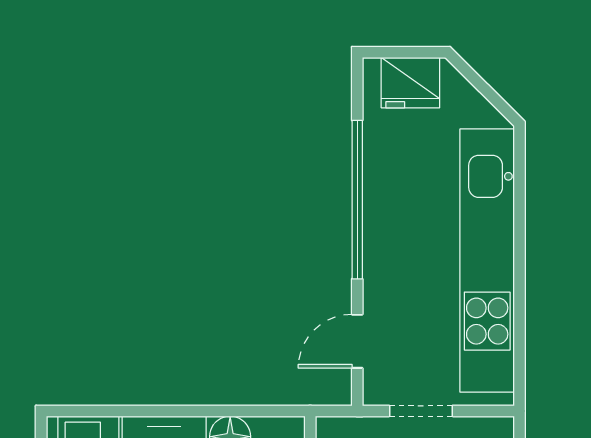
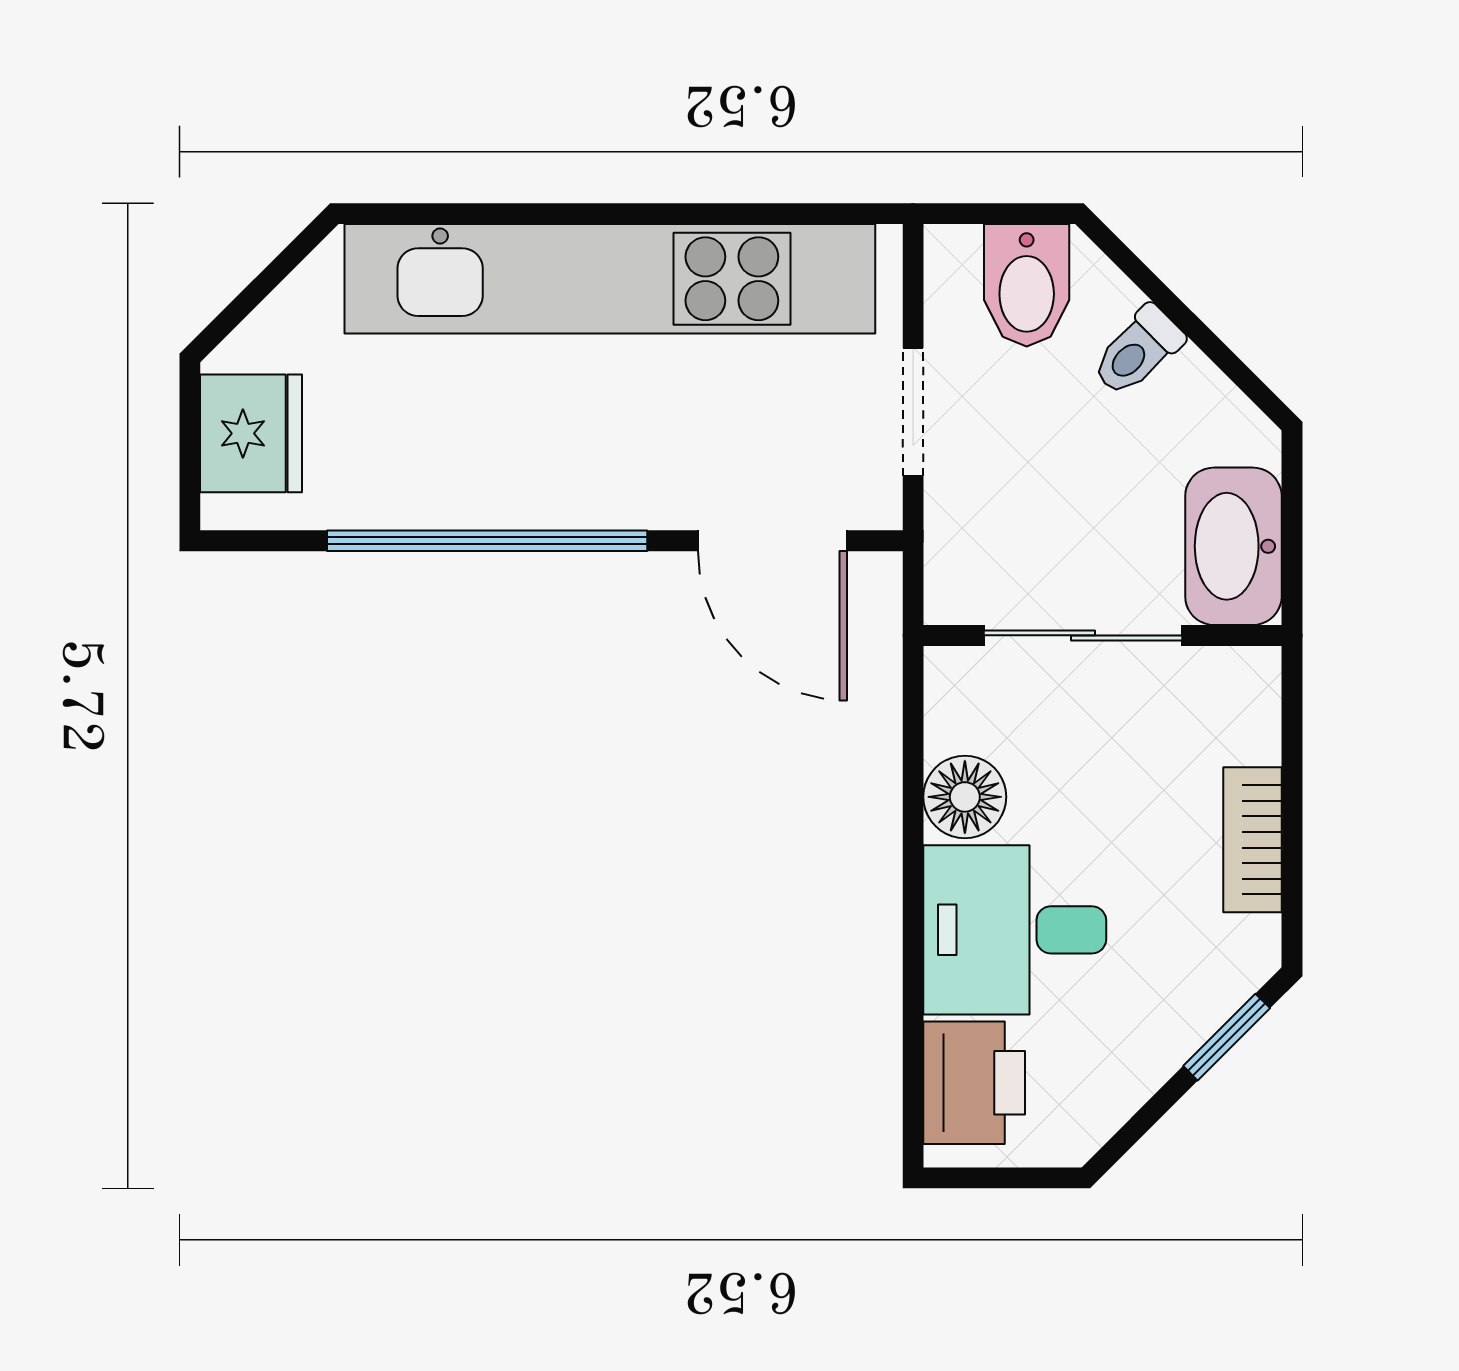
door: (357, 341) -> (773, 541), width x1.38

